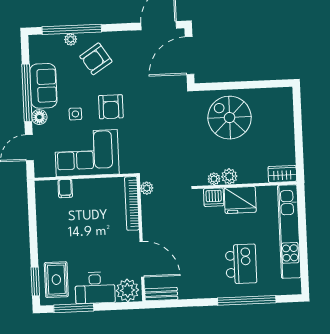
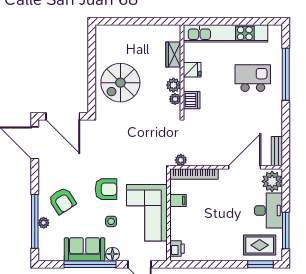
wardrobe: (282, 174) -> (173, 55), moved
printer: (48, 188) -> (177, 249), added
filing cabinet: (65, 189) -> (178, 200), moved
fridge: (240, 200) -> (192, 70), width x0.53, depth x0.75

